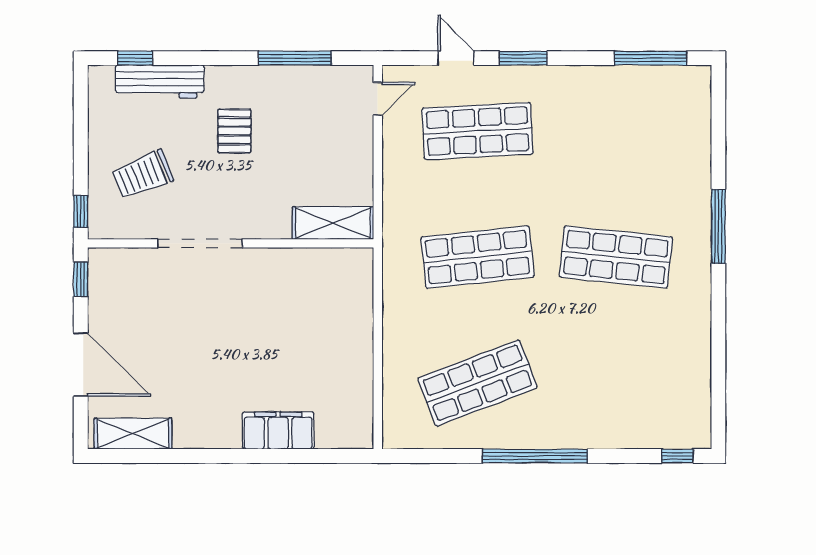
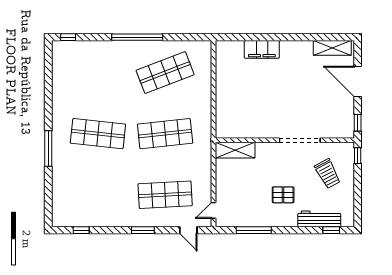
door: (456, 58) -> (188, 230), moved
window: (651, 58) -> (81, 230), width x0.46
pallet: (234, 131) -> (283, 195), turned 90
trolley: (143, 175) -> (328, 174), turned 84

